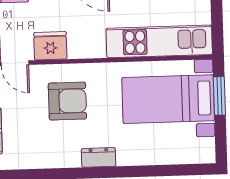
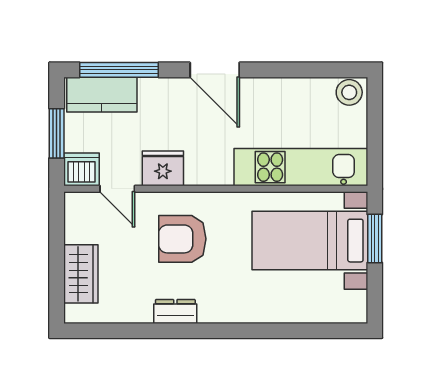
armchair: (67, 101) -> (182, 239), turned 180
dresser: (99, 157) -> (175, 311), moved

